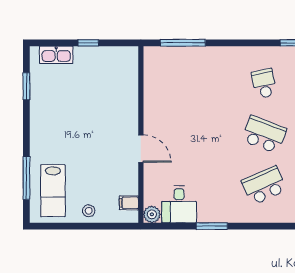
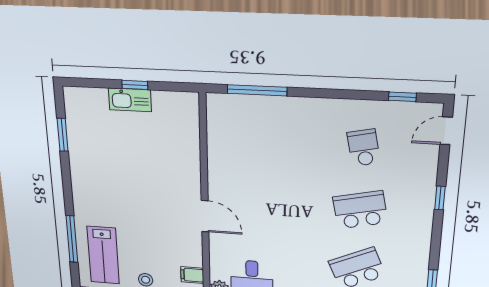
kitchen sink: (56, 55) -> (130, 100), moved
school desk: (264, 134) -> (360, 210), turned -33

